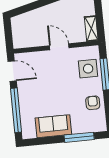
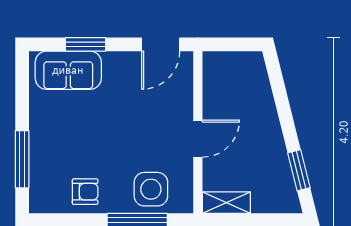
window: (16, 110) -> (85, 44), width x0.47
sofa: (53, 126) -> (68, 70), moved, turned 90

